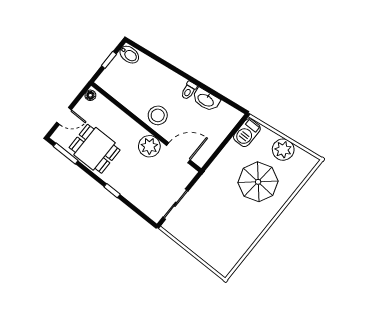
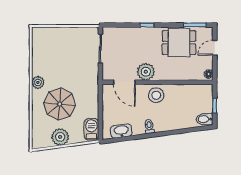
washbasin: (206, 100) -> (121, 131), moved
door: (178, 153) -> (124, 82), hinge flipped
plant: (262, 220) -> (38, 83), added

